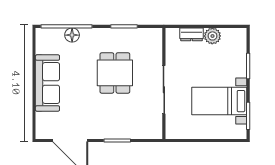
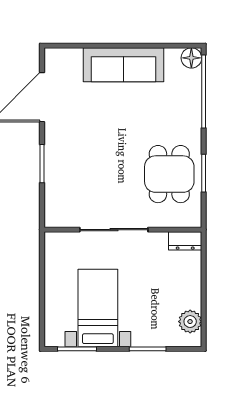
dresser: (192, 34) -> (185, 241), moved, turned -90
floor lamp: (72, 35) -> (191, 58), moved
plant: (212, 36) -> (190, 322), moved
dining table: (115, 73) -> (169, 174), moved, turned 90

